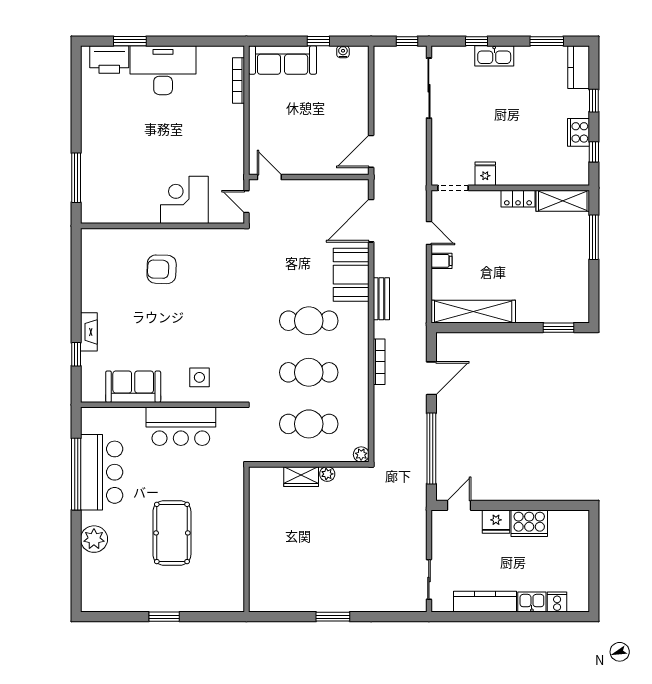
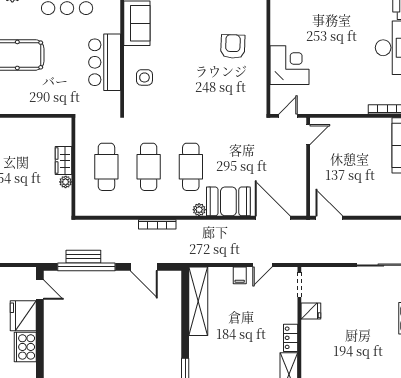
bench: (381, 299) -> (83, 257), moved
plant: (361, 454) -> (199, 210), moved
fridge: (496, 522) -> (23, 316), width x1.36, depth x1.34

